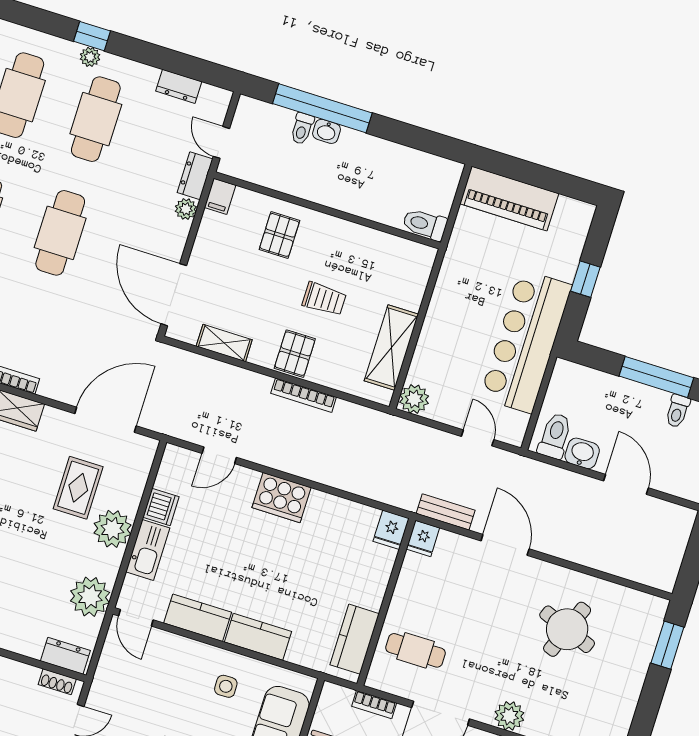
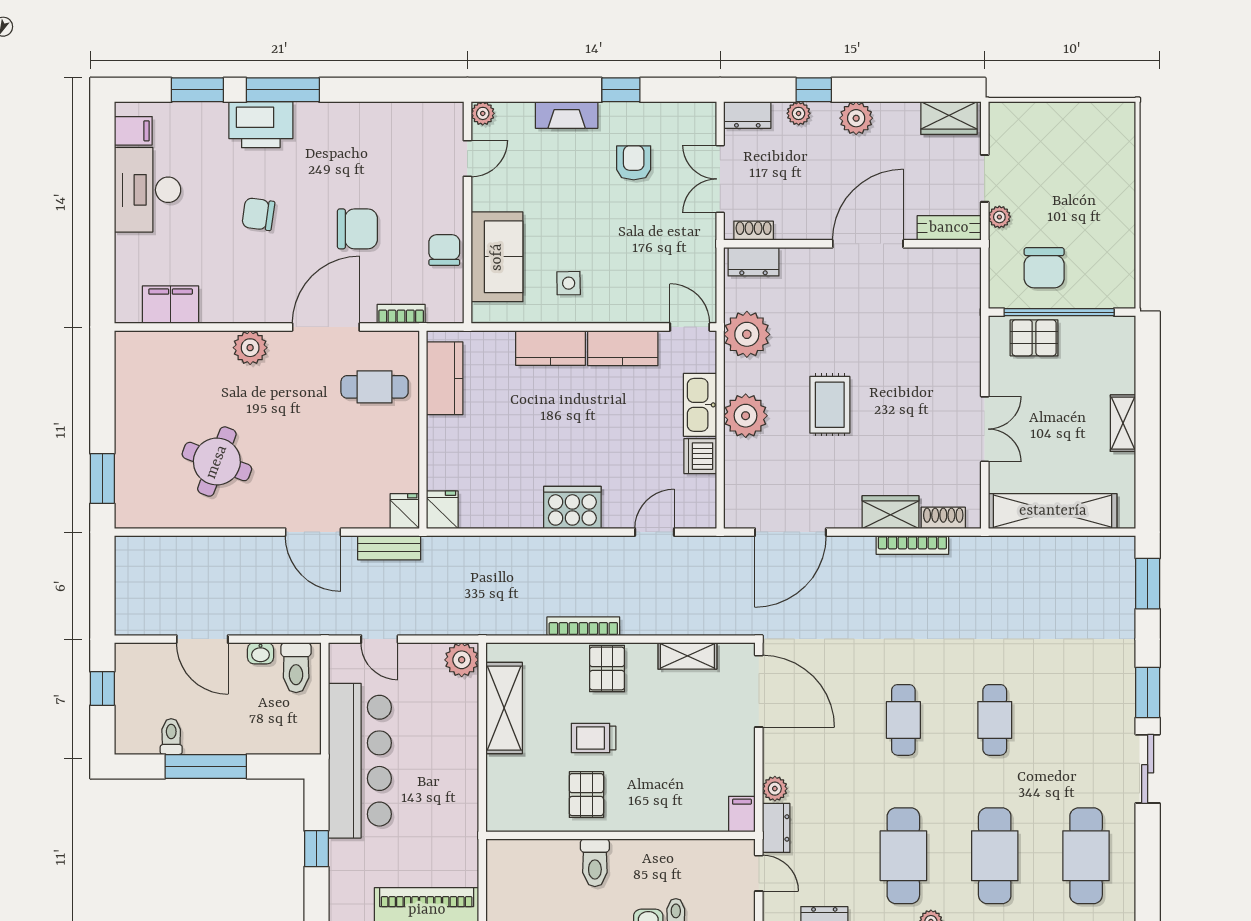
toilet: (425, 224) -> (595, 863), moved, turned 90
cafe table: (60, 233) -> (903, 720), width x0.73, depth x0.74
pallet: (279, 235) -> (586, 795), moved
washbasin: (582, 453) -> (260, 653), width x0.72, depth x0.69
rug: (78, 488) -> (830, 405), moved

